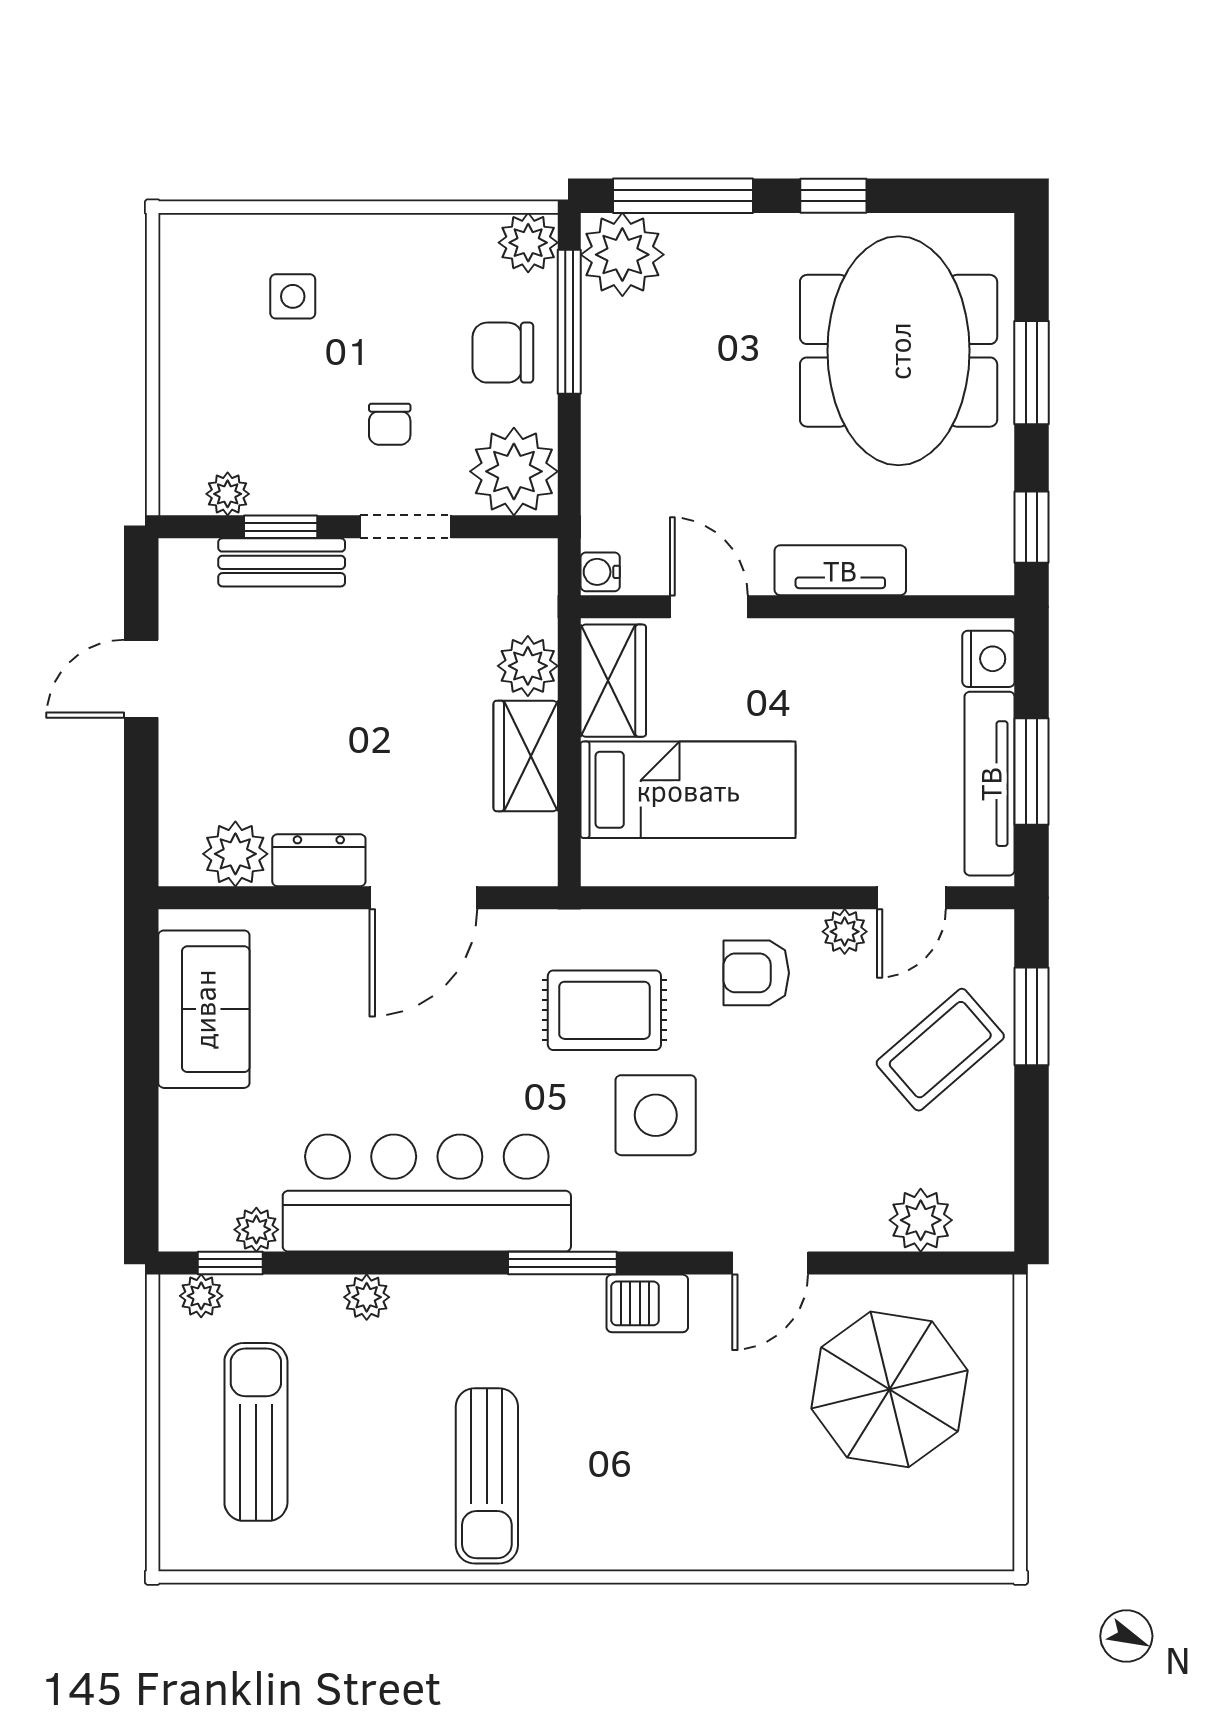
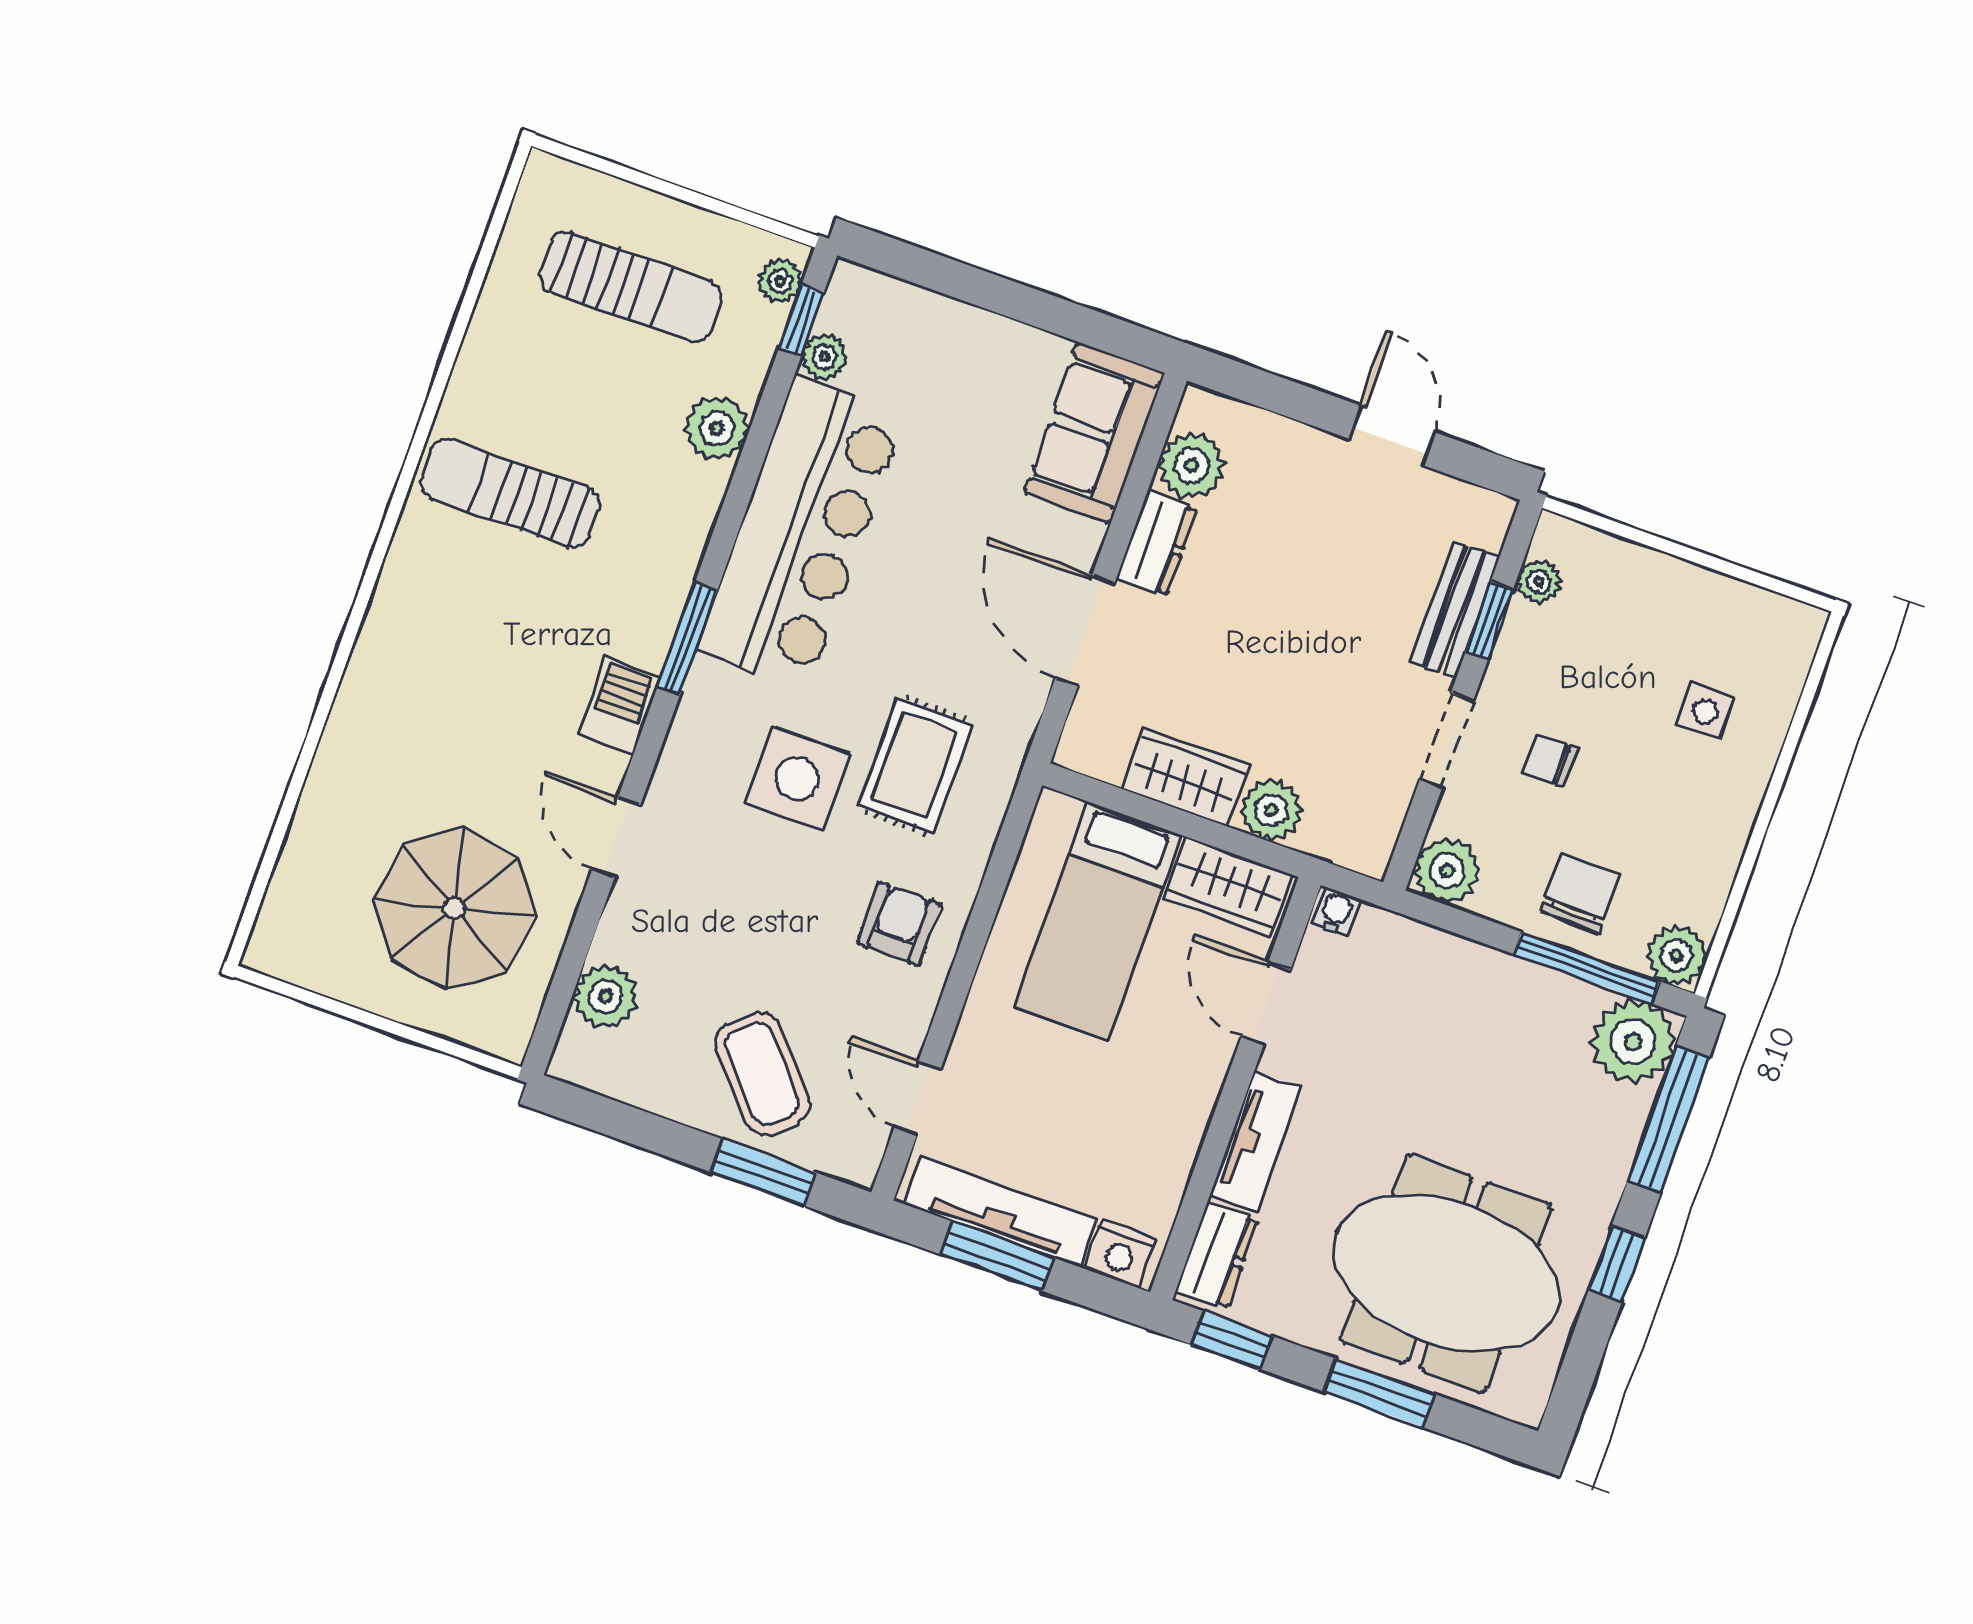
plant: (514, 471) -> (1447, 871), width x0.73, depth x0.73
dresser: (958, 569) -> (1217, 1255), added
door: (709, 607) -> (1266, 1004), swing flipped
plant: (845, 932) -> (908, 1022), removed
sofa: (204, 1009) -> (1094, 433), moved, turned 90
plant: (367, 1297) -> (717, 428), width x1.38, depth x1.38

